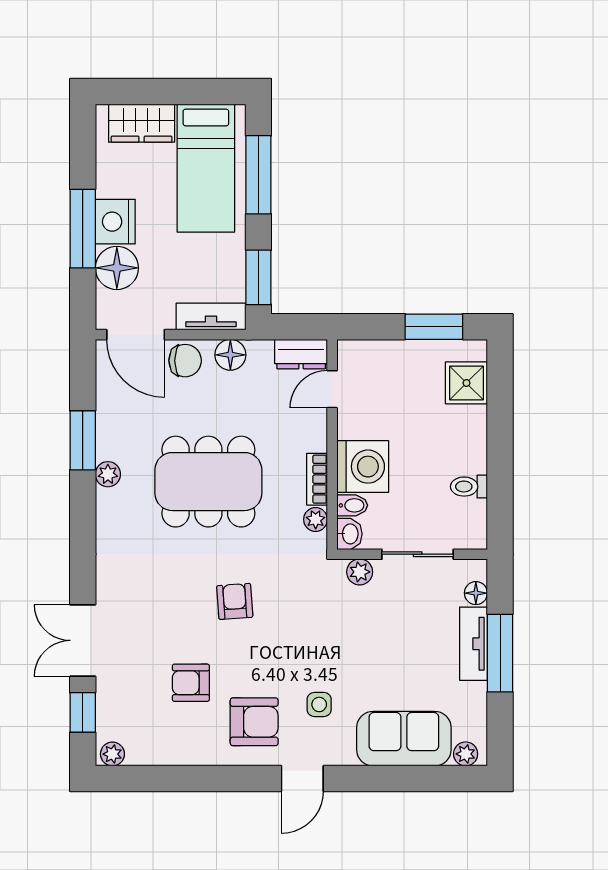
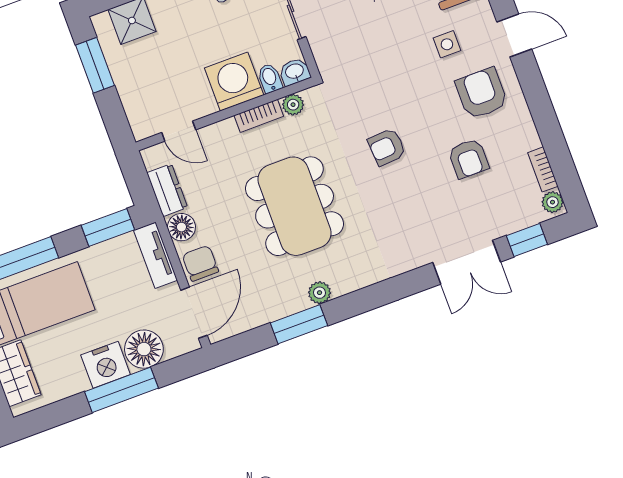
dresser: (301, 354) -> (167, 190), moved
plant: (360, 572) -> (323, 51), removed
bookcase: (151, 757) -> (543, 169), added

